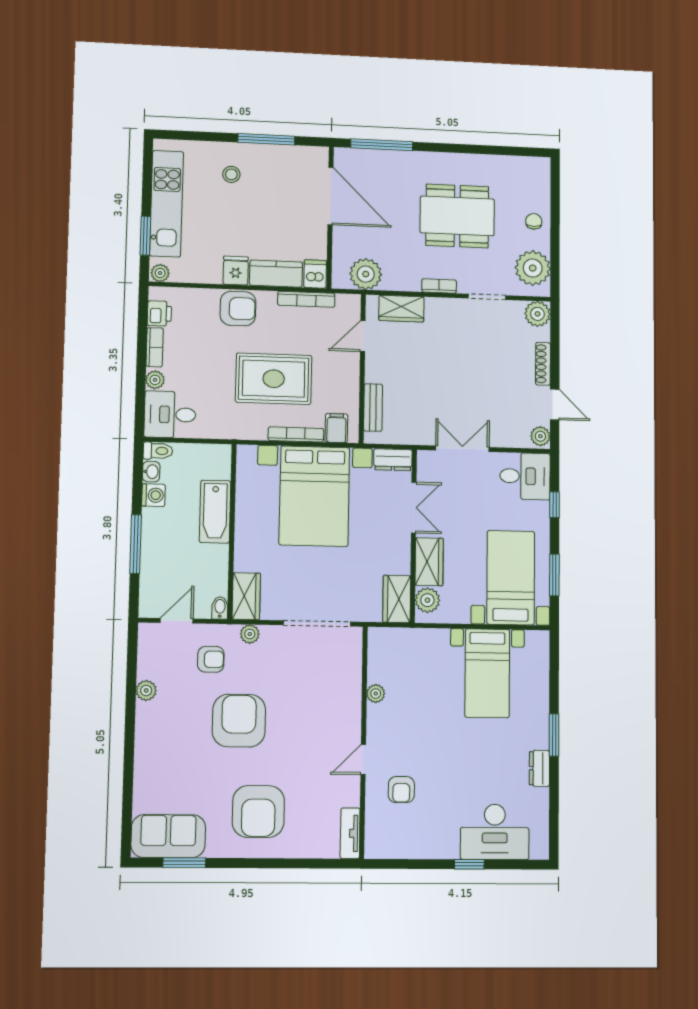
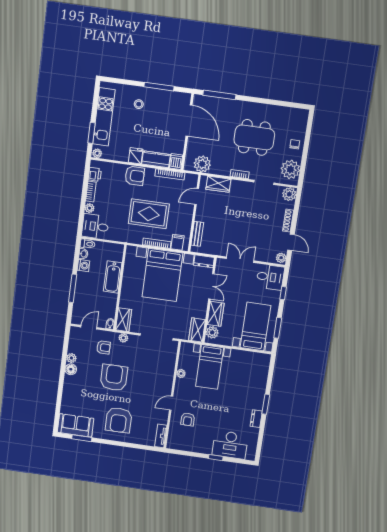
bed with nightstands: (487, 673) -> (210, 367), moved
floor lamp: (147, 715) -> (71, 369), added

